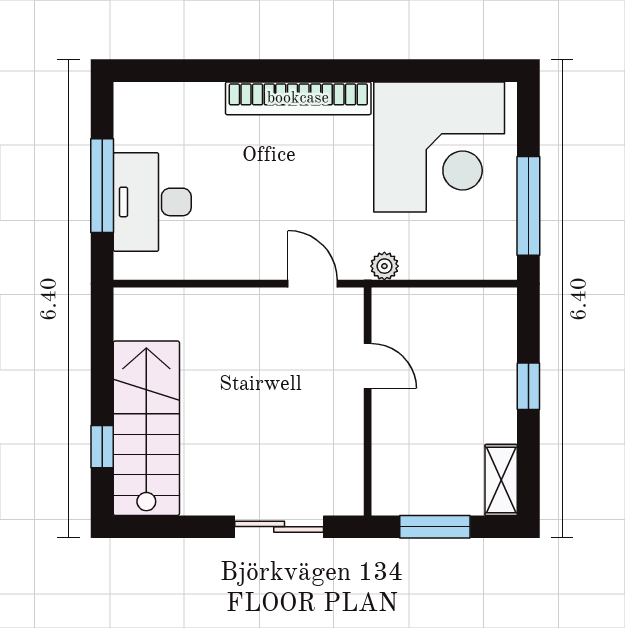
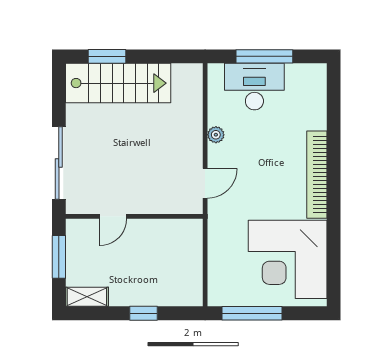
plant: (384, 266) -> (216, 135), moved
door: (368, 366) -> (113, 216), moved
window: (102, 447) -> (107, 56), width x1.50
sliding door: (279, 527) -> (59, 163), width x1.37

